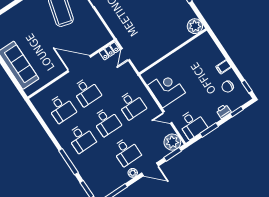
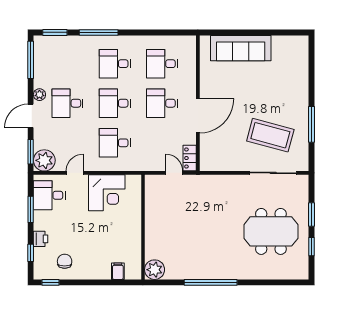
filing cabinet: (223, 67) -> (118, 271), moved

